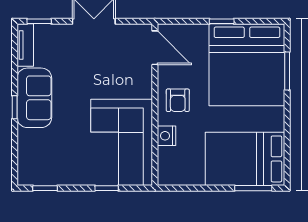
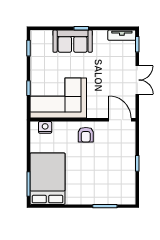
door: (155, 48) -> (120, 120), swing flipped
bed: (247, 65) -> (109, 180), removed
sofa: (34, 98) -> (73, 41), moved
armchair: (178, 100) -> (86, 135), turned -90
nightstand: (166, 136) -> (45, 127), moved

